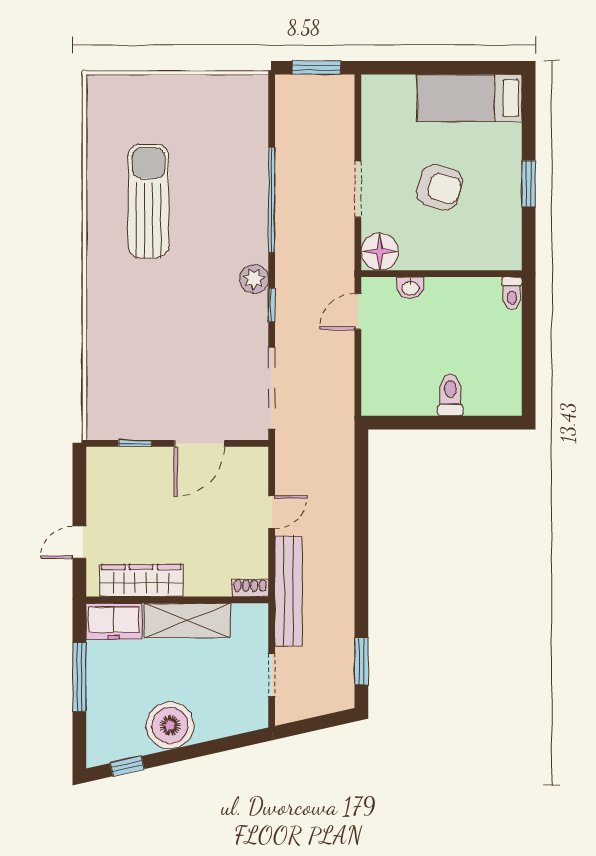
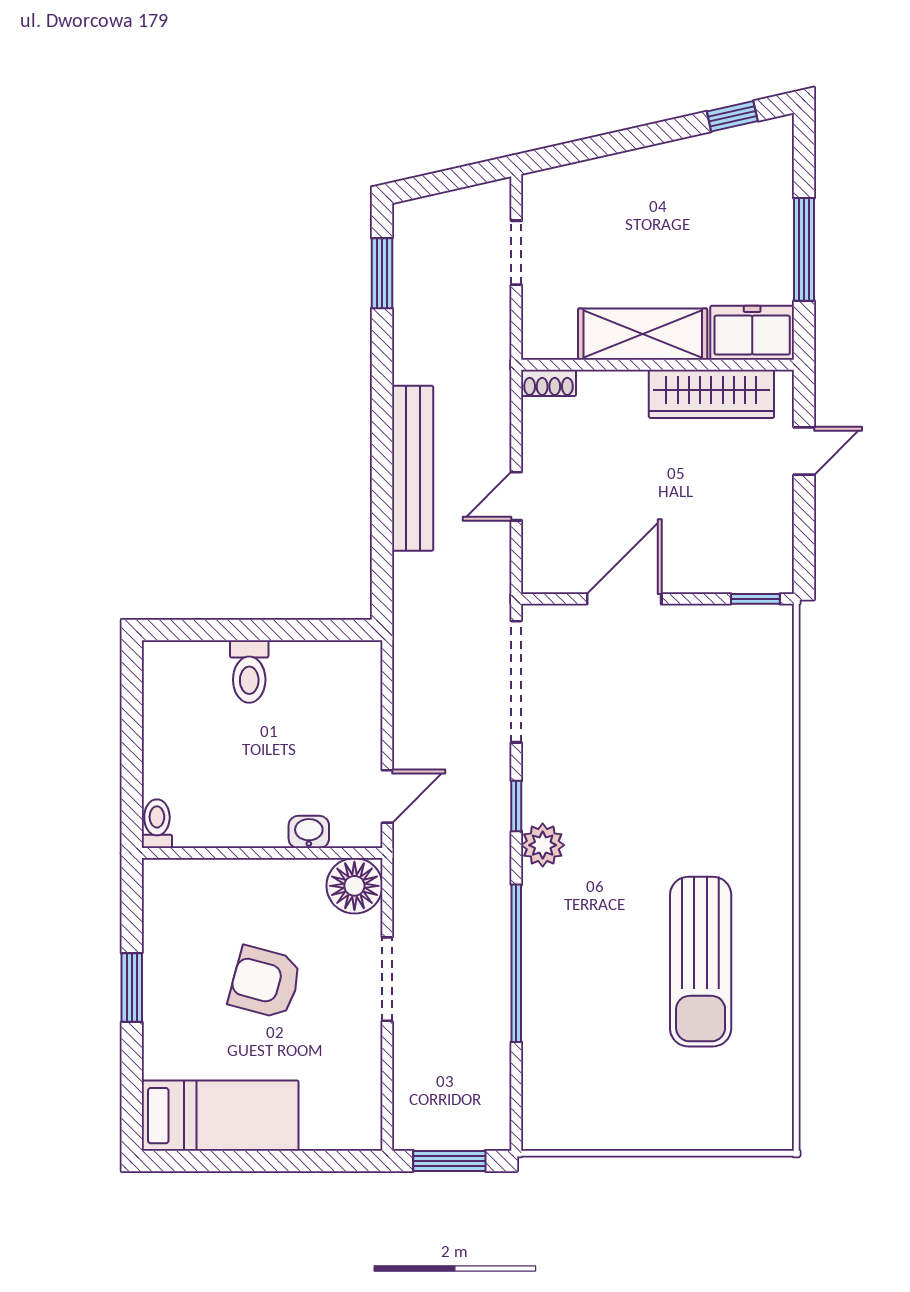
window: (135, 443) -> (755, 599), moved
bench: (289, 591) -> (413, 468), moved
boiler: (170, 725) -> (668, 177), removed

